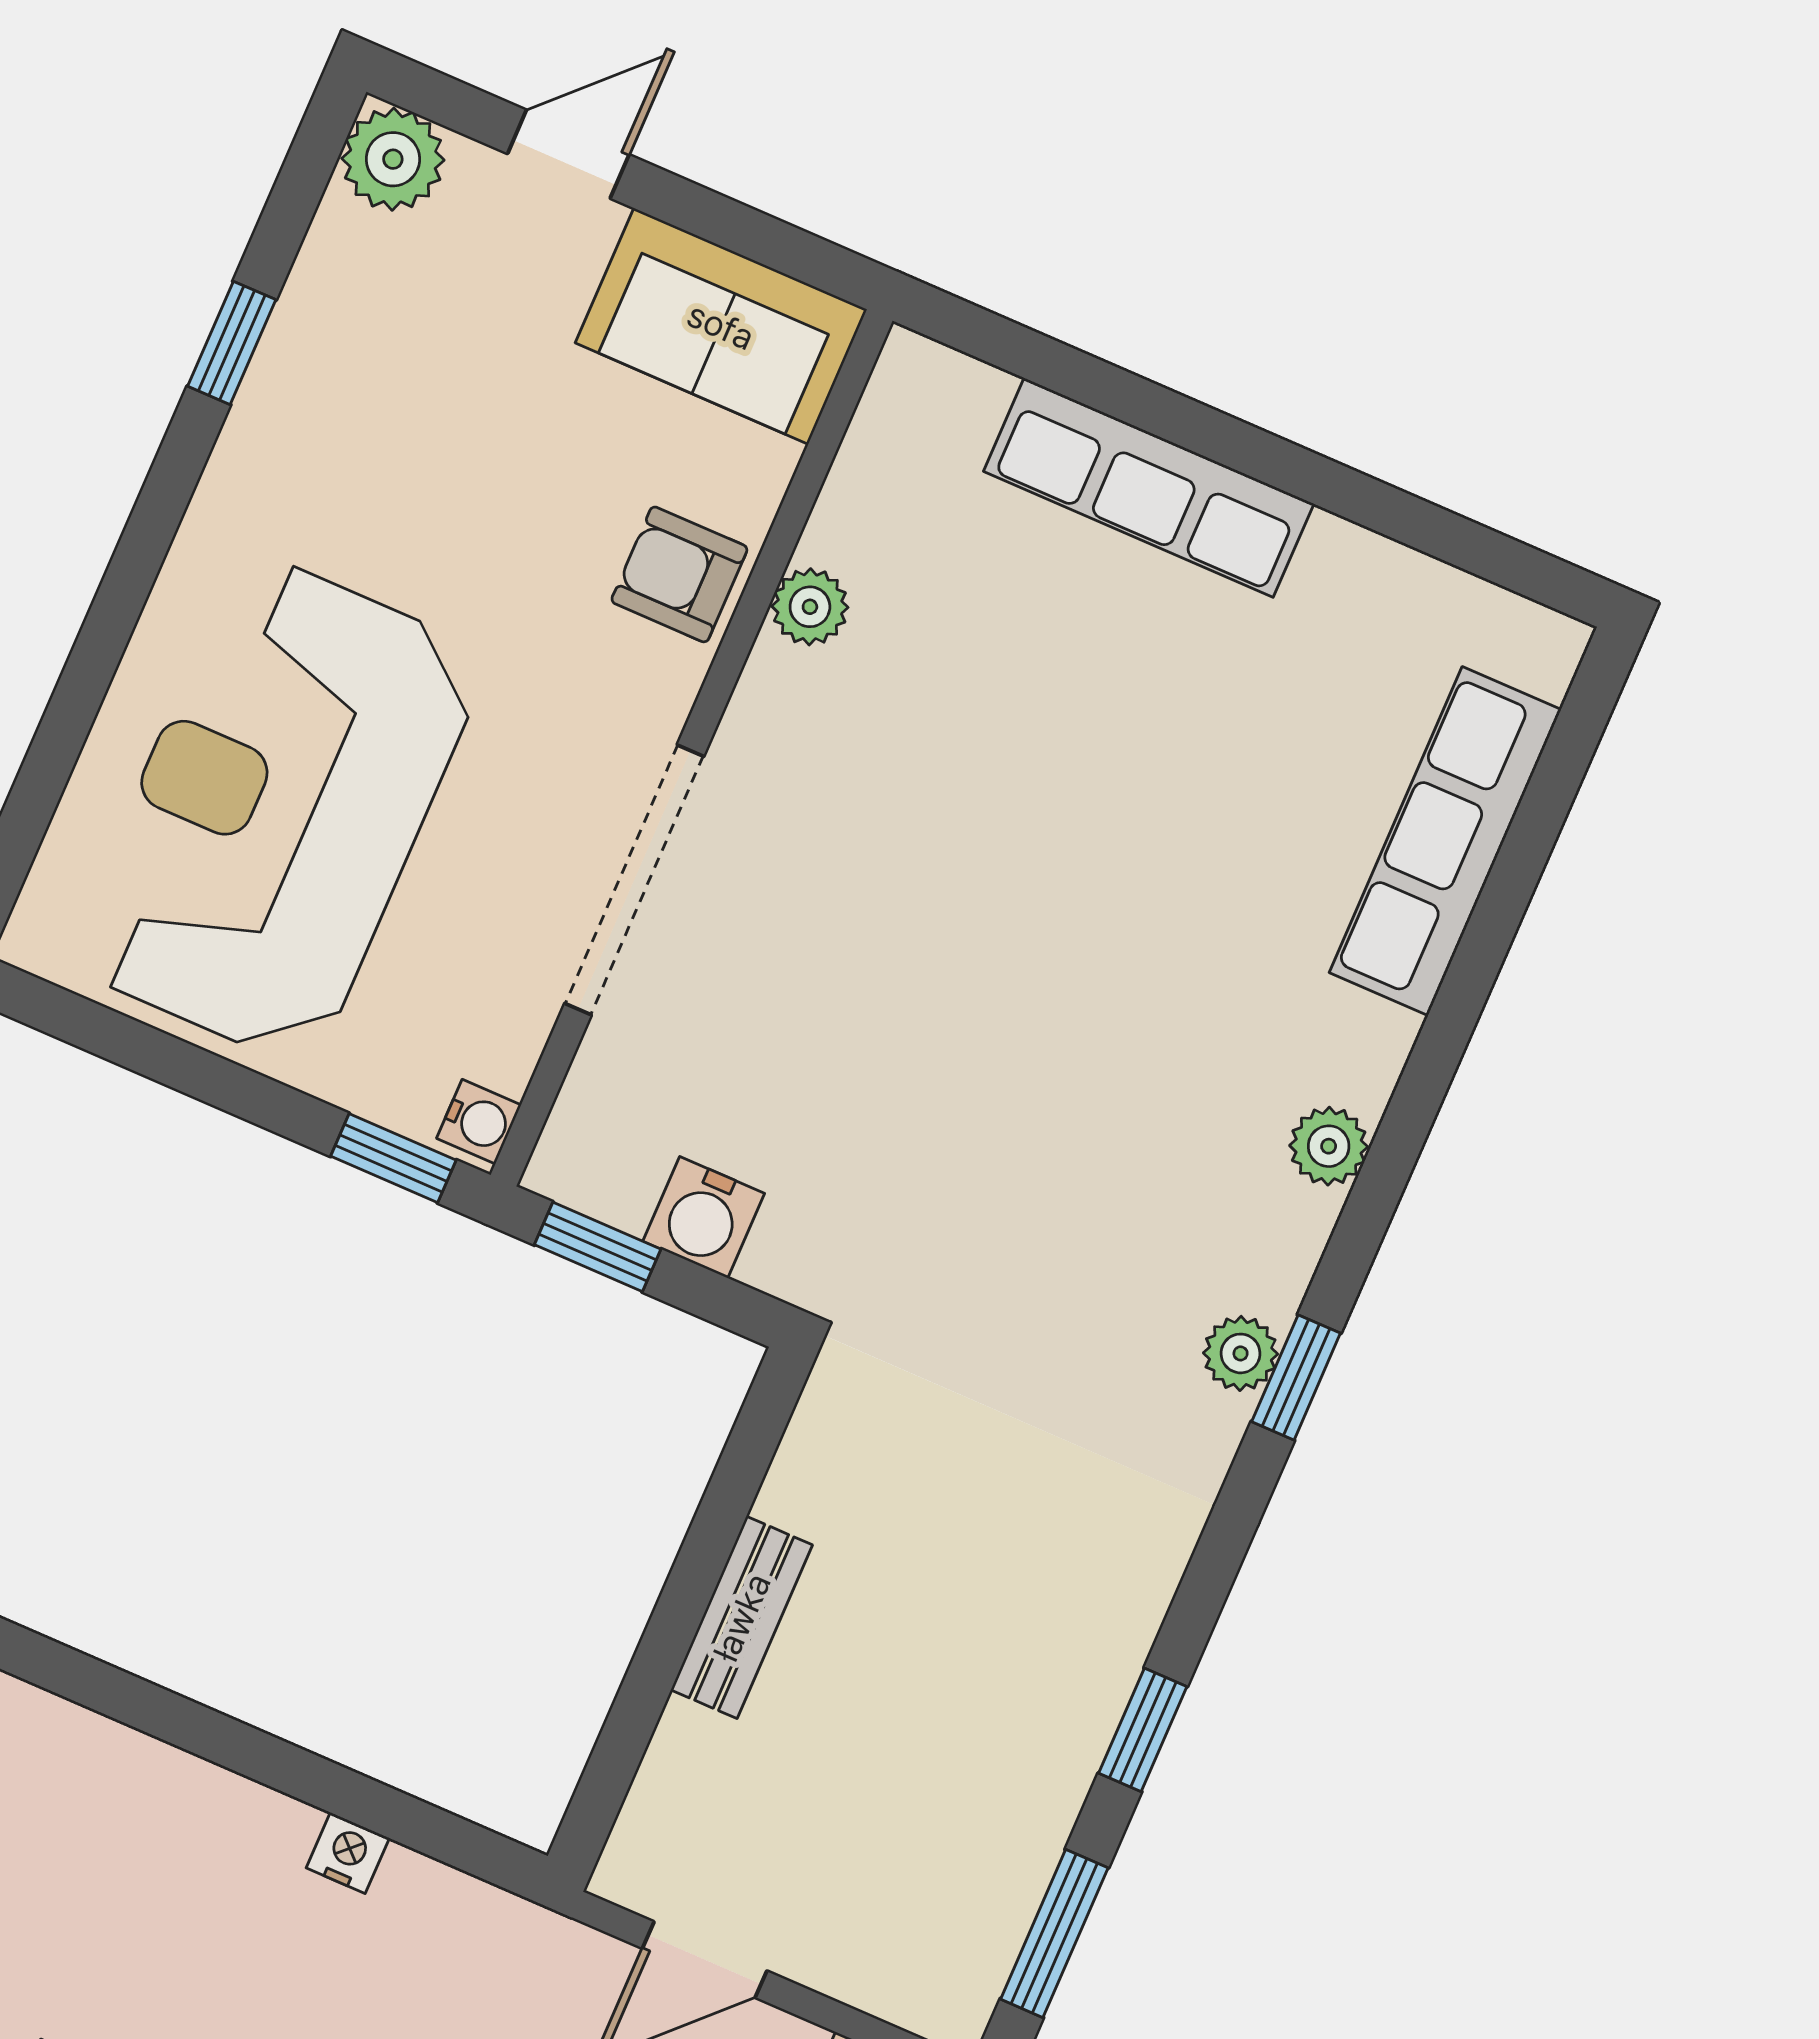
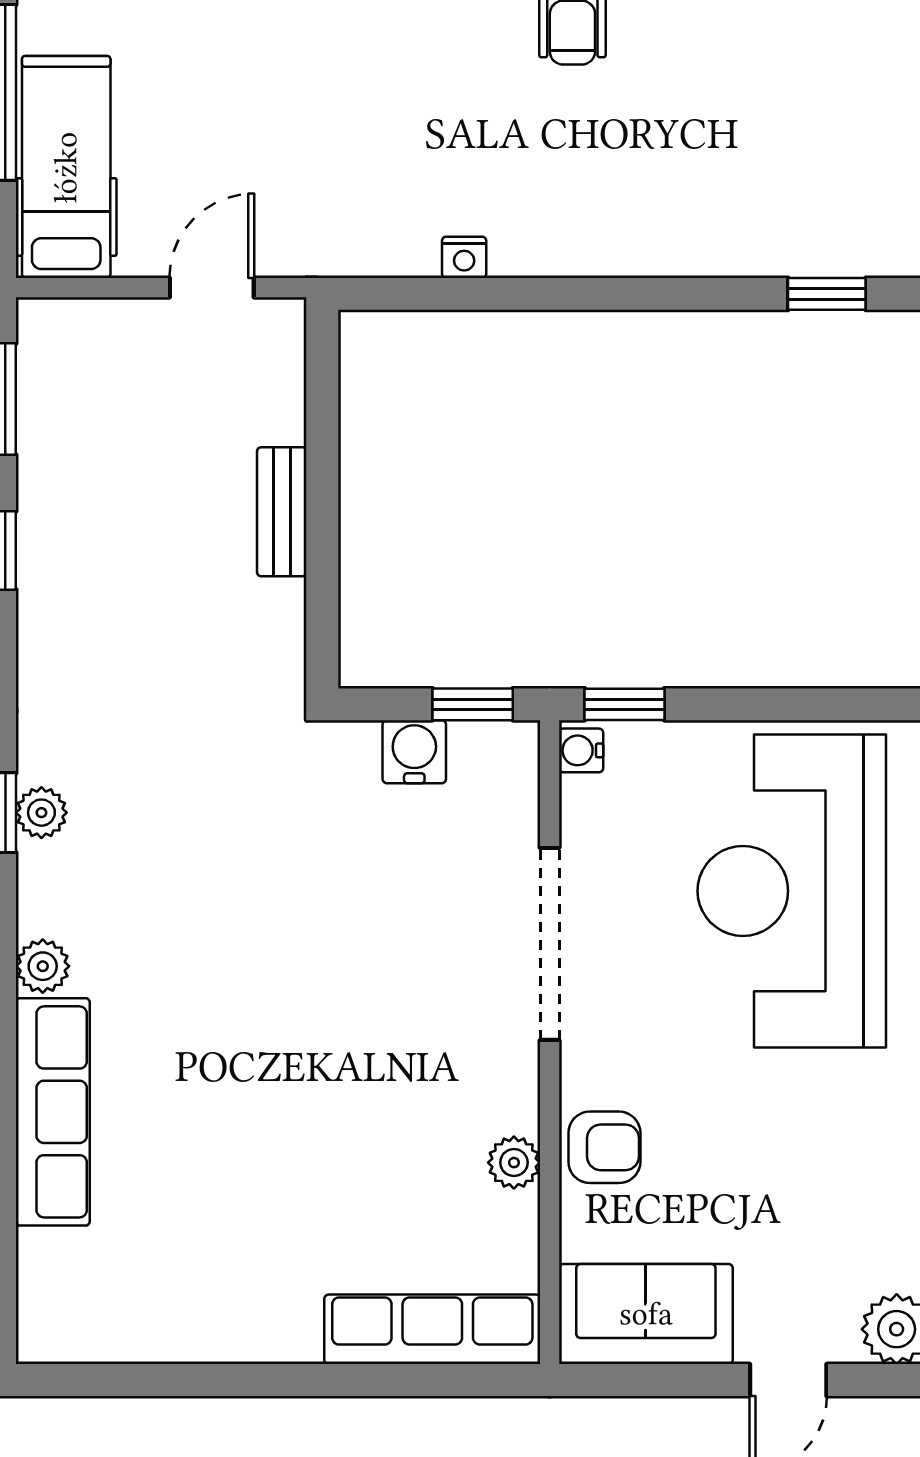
row of seats: (1149, 488) -> (432, 1329), moved
reception desk: (278, 810) -> (792, 891), turned 180
row of seats: (1445, 841) -> (53, 1112), moved

